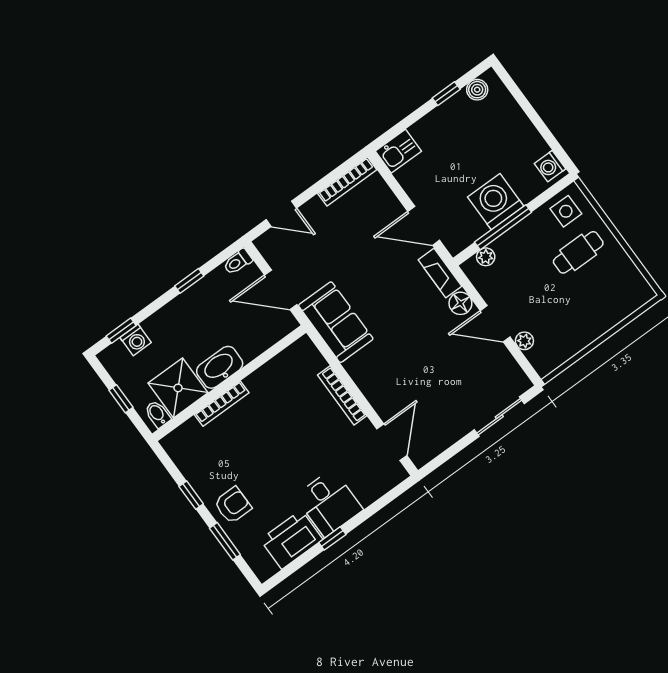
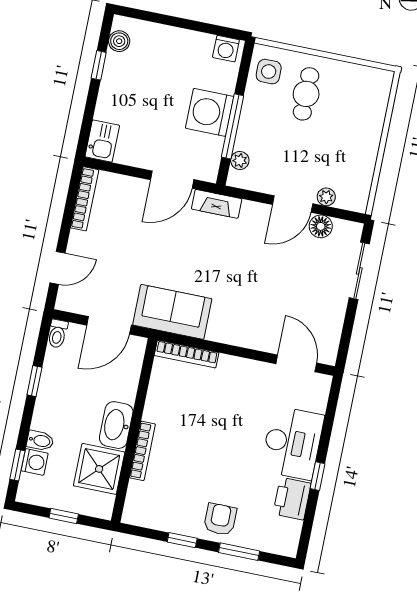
floor lamp: (460, 303) -> (321, 226), moved
bookcase: (342, 395) -> (187, 354), moved
bidet: (158, 414) -> (40, 441), moved, turned 180
desk: (329, 503) -> (292, 443), width x1.37
printer: (291, 540) -> (292, 499), width x0.73, depth x0.84

